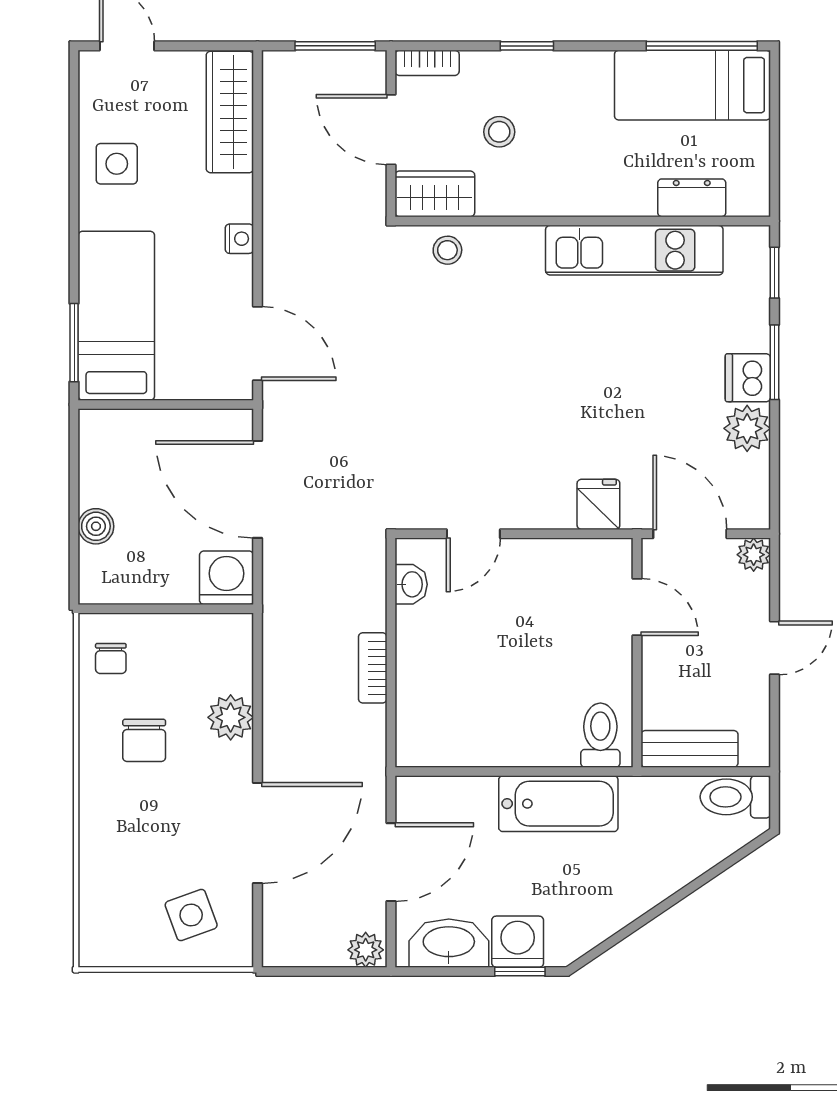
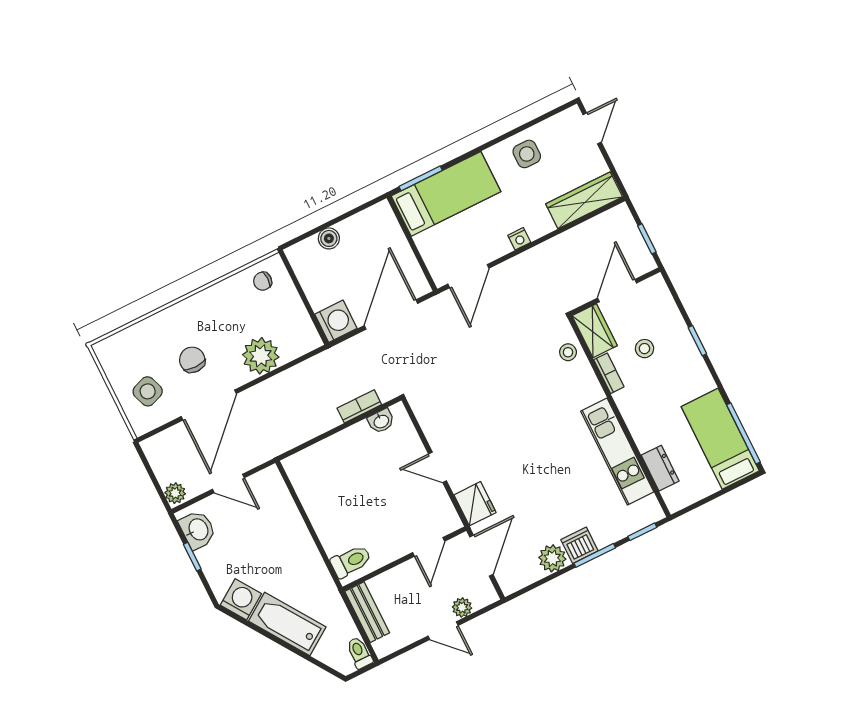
window: (335, 46) -> (647, 239), width x0.67
bookcase: (427, 63) -> (609, 373), moved, turned 180
fridge: (598, 504) -> (475, 504), width x1.38
door: (473, 534) -> (438, 467), moved
plant: (754, 555) -> (462, 607), moved
bookcase: (373, 668) -> (359, 406), moved
plant: (231, 717) -> (261, 356), width x1.36, depth x1.36
chair: (144, 740) -> (192, 360), moved, turned 90
toilet: (735, 797) -> (359, 653), width x0.73, depth x0.72
bathtub: (558, 804) -> (287, 624), moved, turned 146
door: (258, 833) -> (209, 405), hinge flipped
door: (391, 862) -> (228, 484), width x0.73
washing machine: (518, 942) -> (241, 599), moved, turned -34
washbasin: (449, 943) -> (198, 530), width x0.72
window: (520, 972) -> (192, 557), moved

